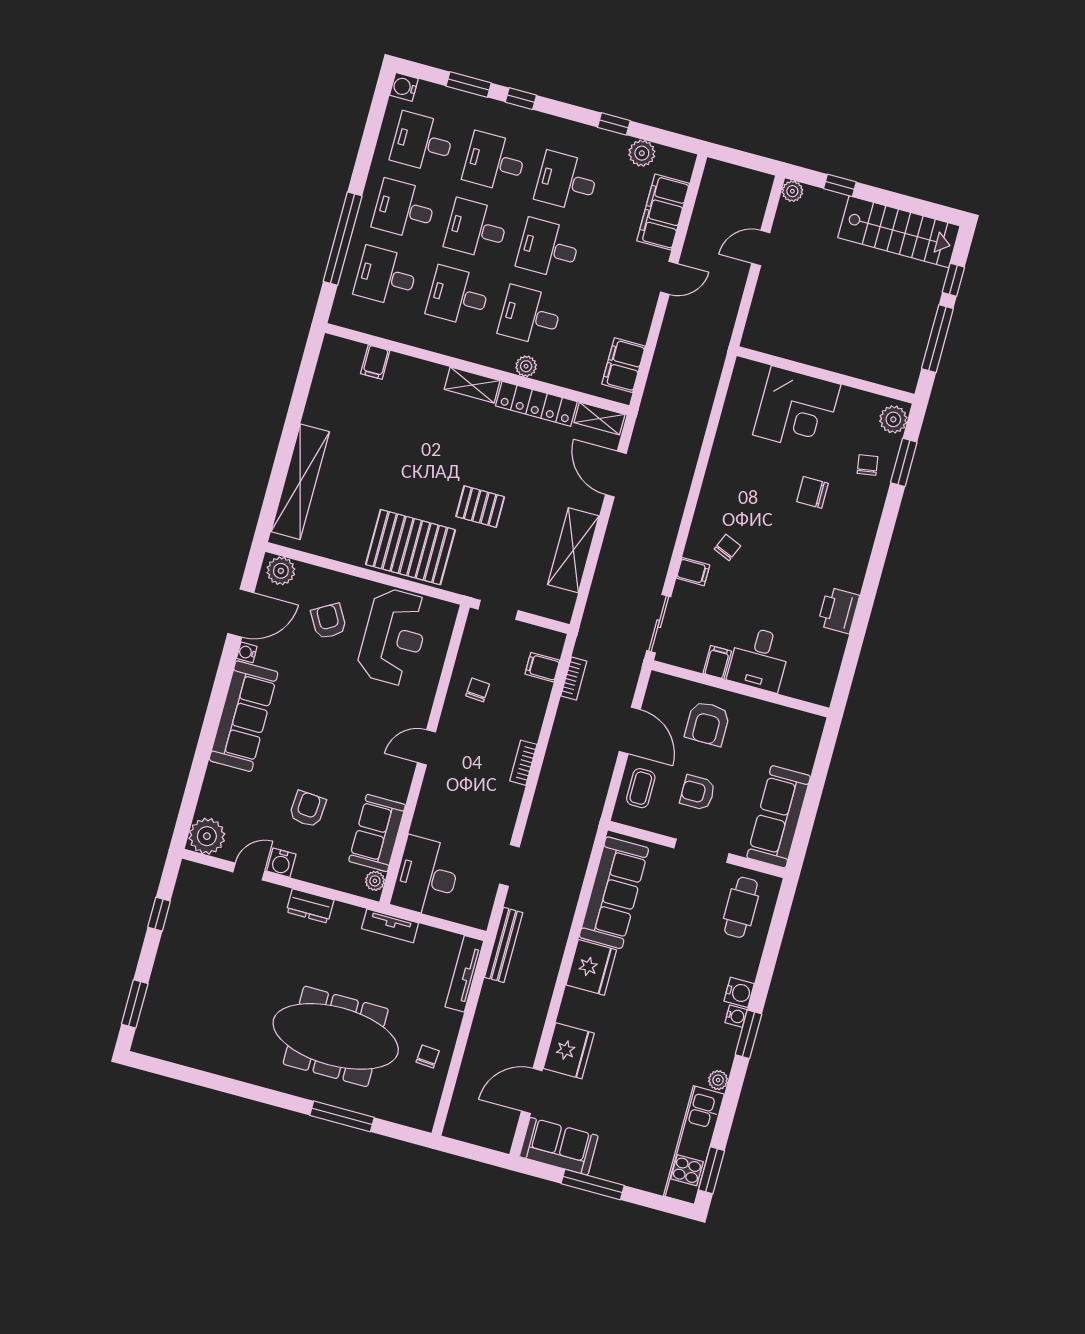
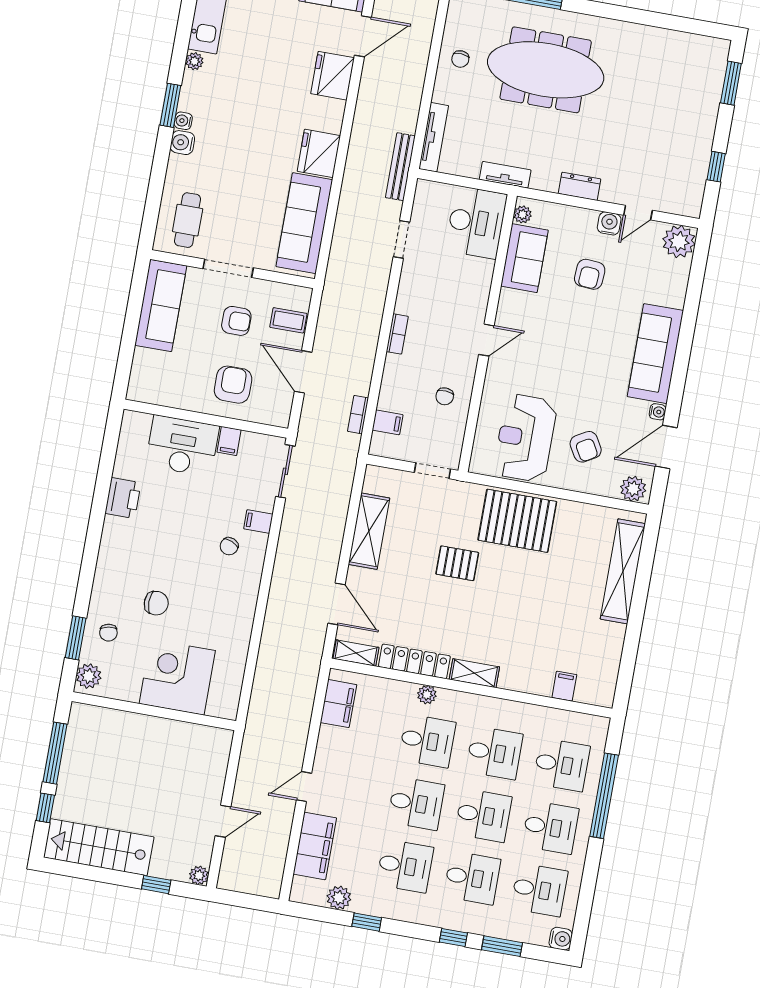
desk: (759, 659) -> (182, 446), width x1.37
coffee table: (641, 788) -> (288, 320), turned 90

